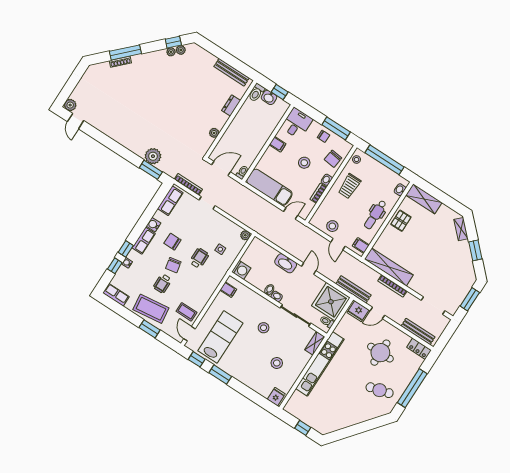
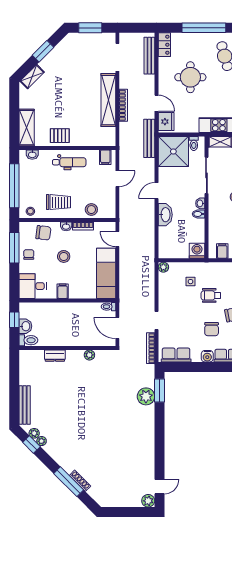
bench: (232, 72) -> (25, 405), moved
stool: (332, 226) -> (91, 210), moved
shelving: (389, 267) -> (108, 100), moved

